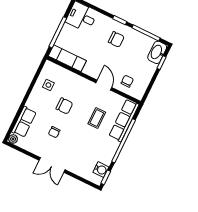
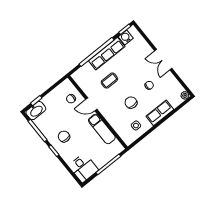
exam couch: (67, 58) -> (102, 129), moved
door: (104, 85) -> (91, 104), hinge flipped
row of seats: (124, 120) -> (107, 54), moved
row of seats: (24, 122) -> (160, 113), moved
double door: (52, 165) -> (163, 60), swing flipped

